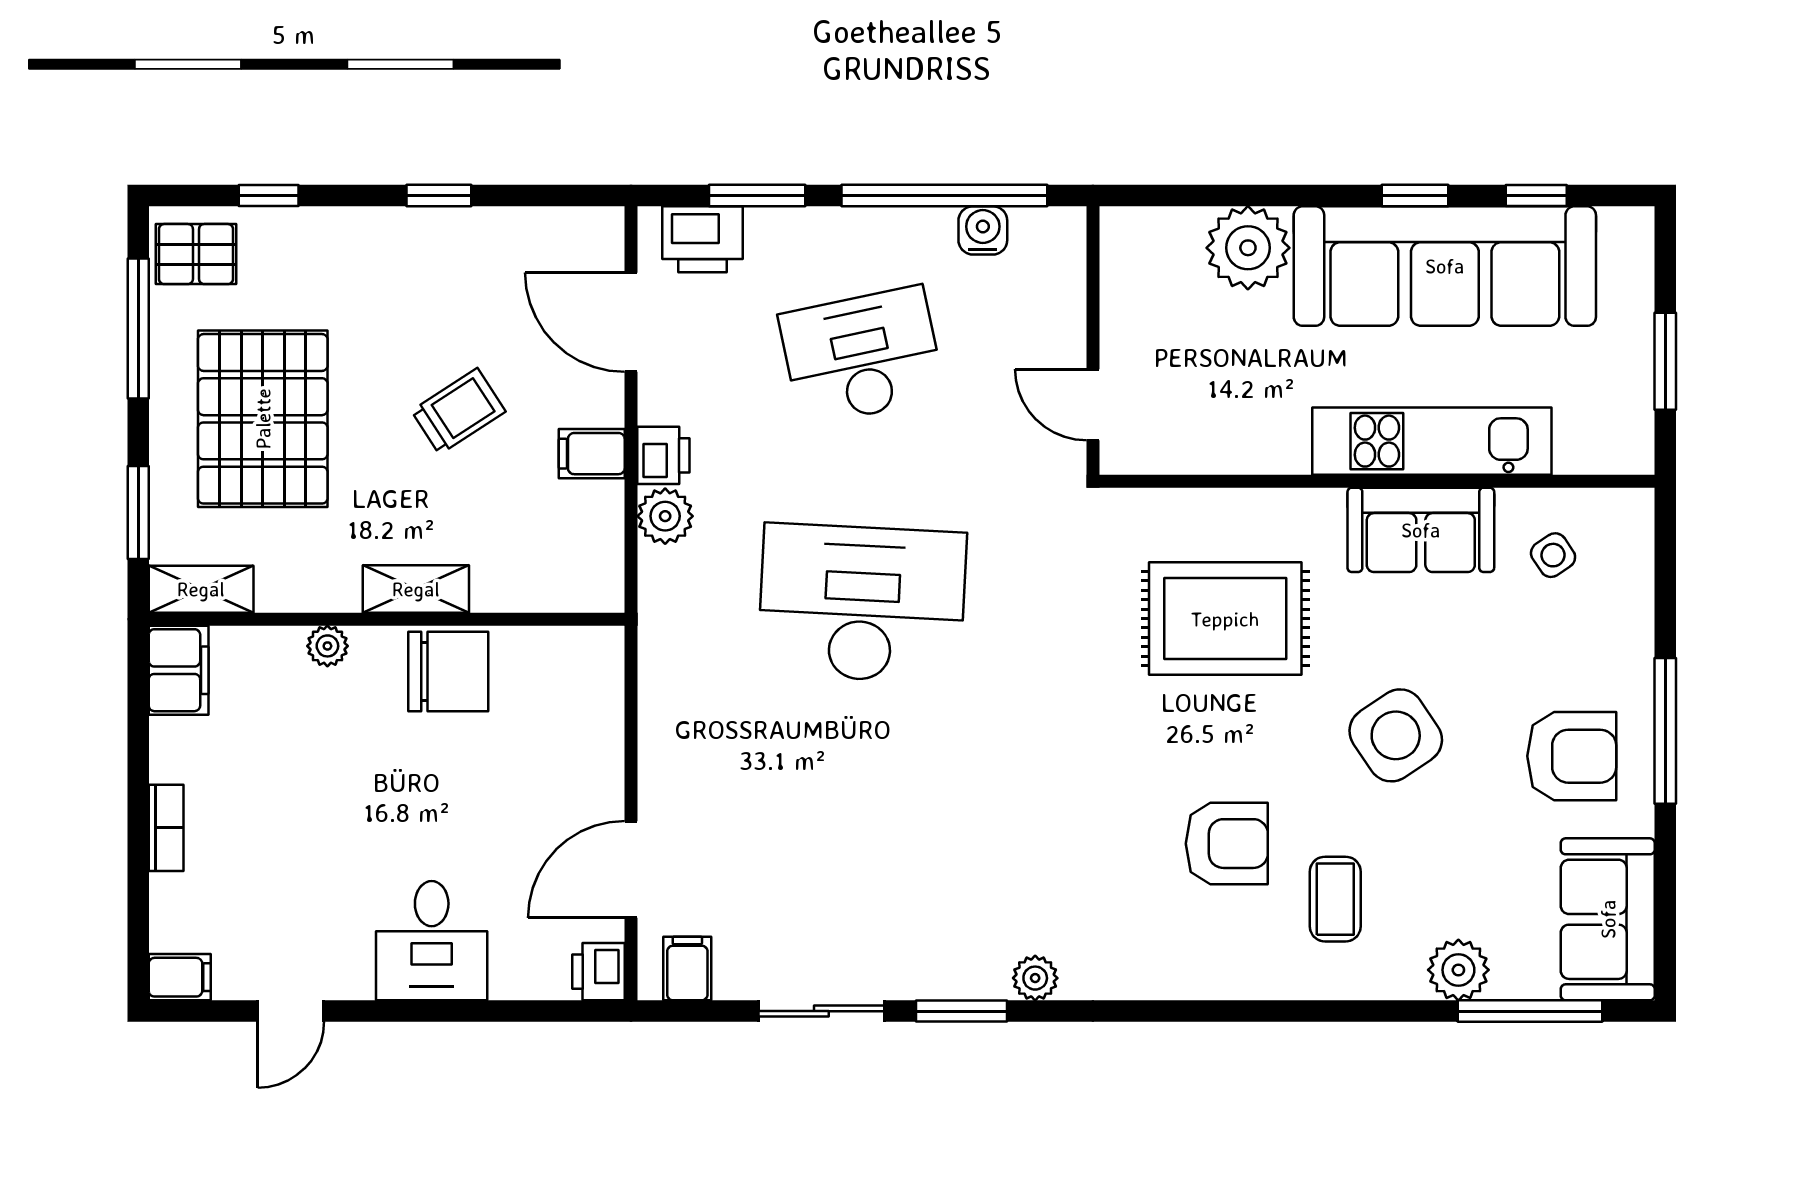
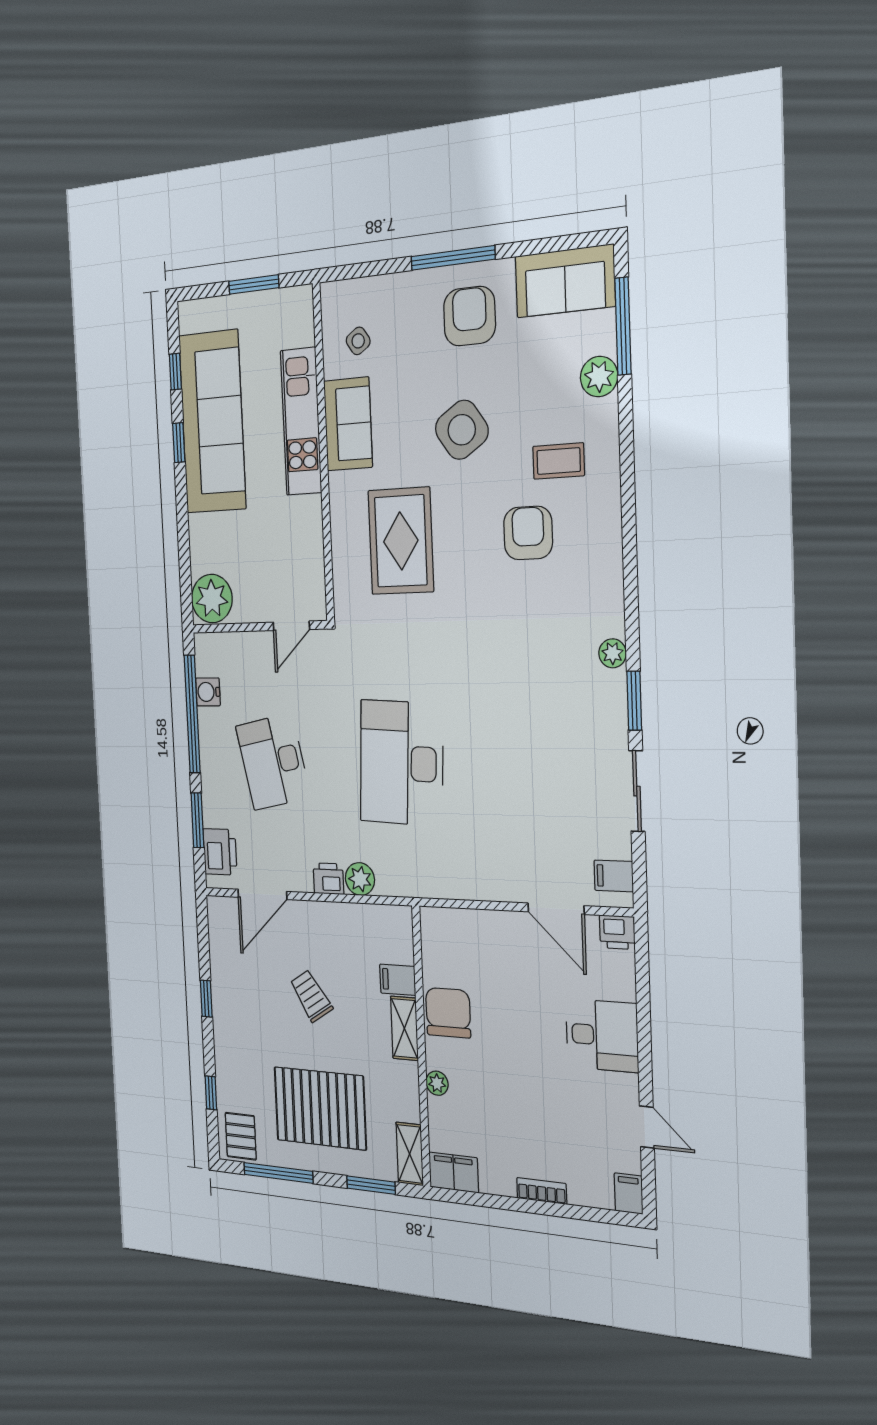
plant: (1248, 248) -> (212, 599), moved
filing cabinet: (592, 454) -> (398, 980), moved, turned 90

